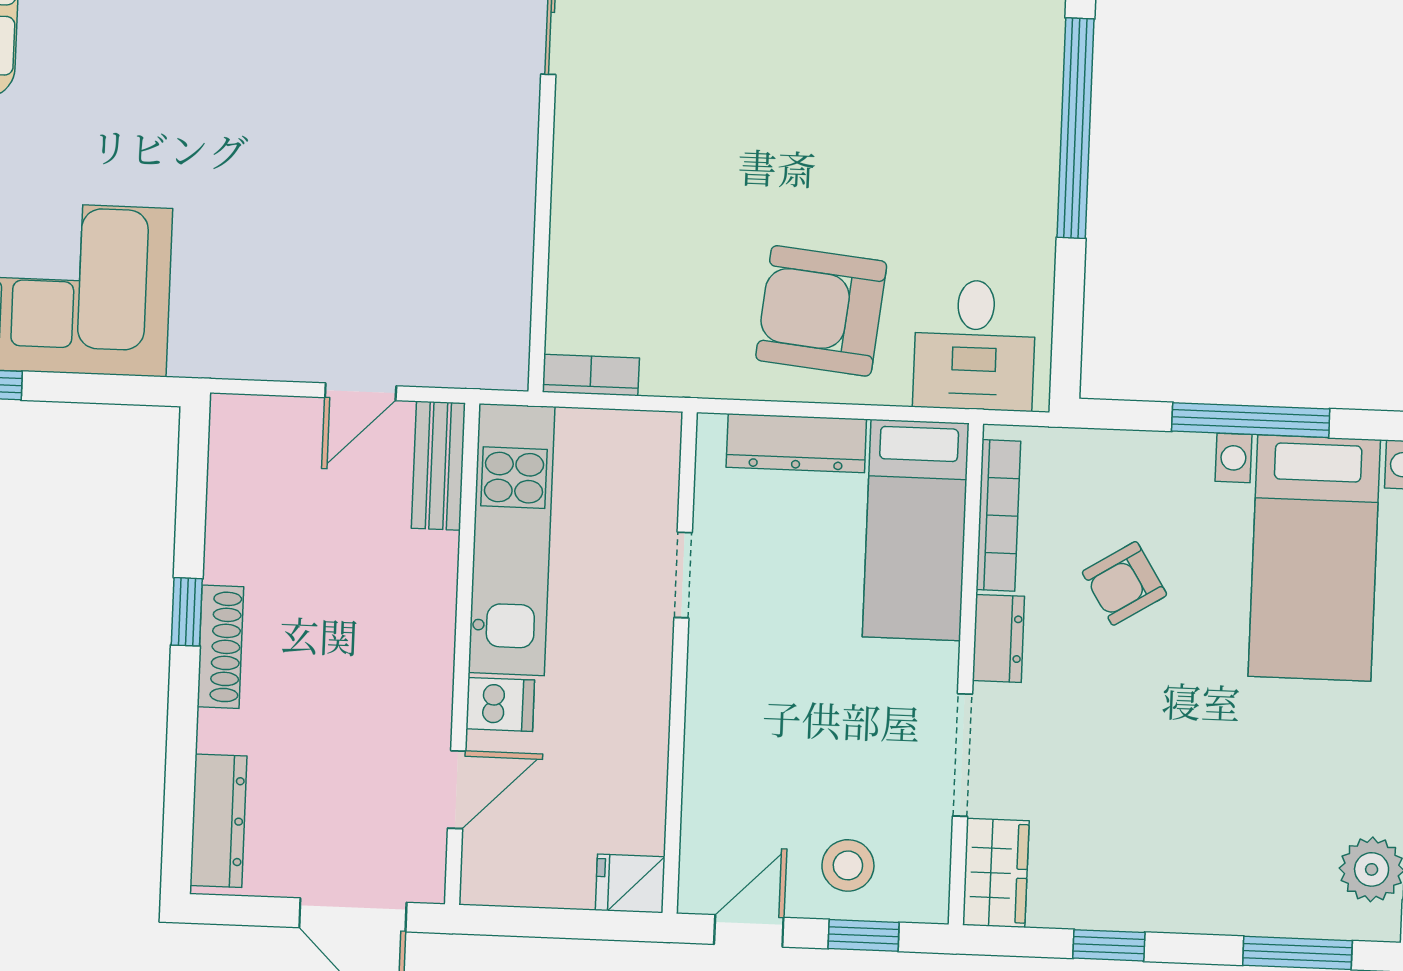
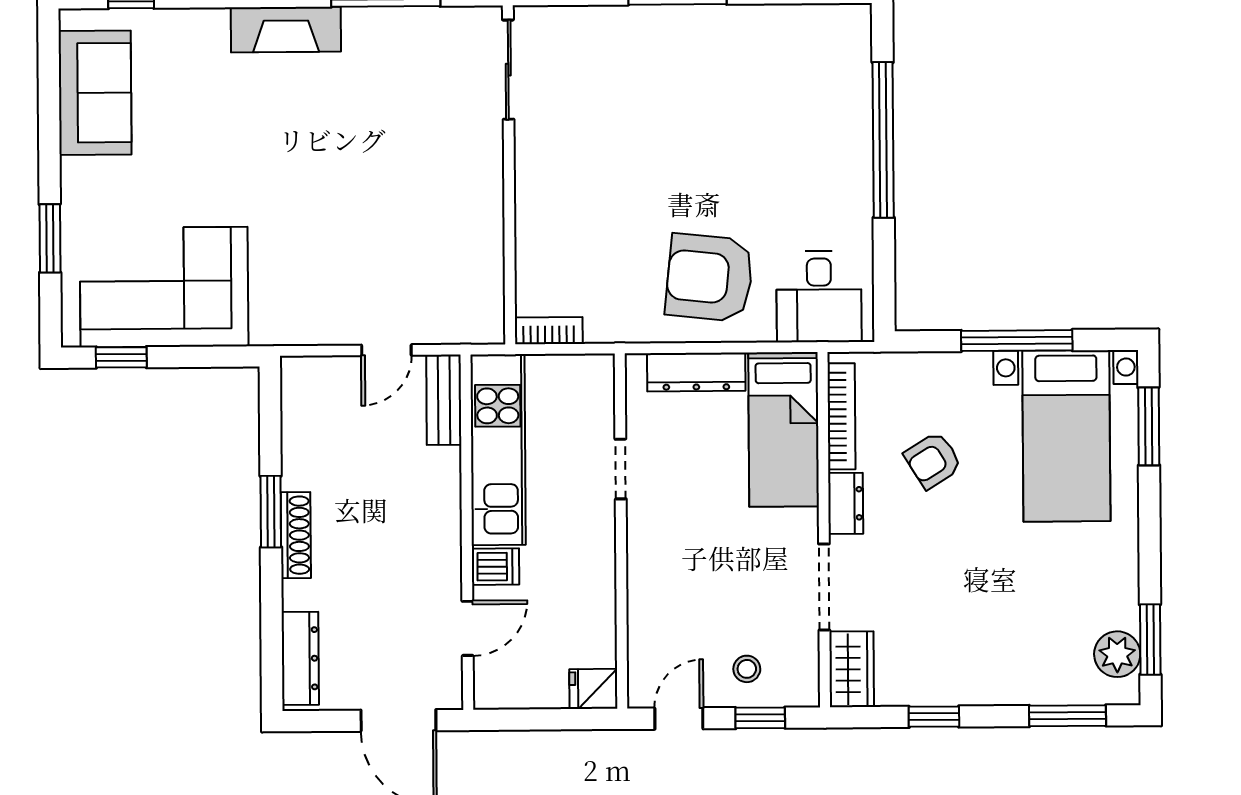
window: (187, 612) -> (271, 512), width x1.50
stool: (848, 865) -> (747, 669), width x0.73, depth x0.73

